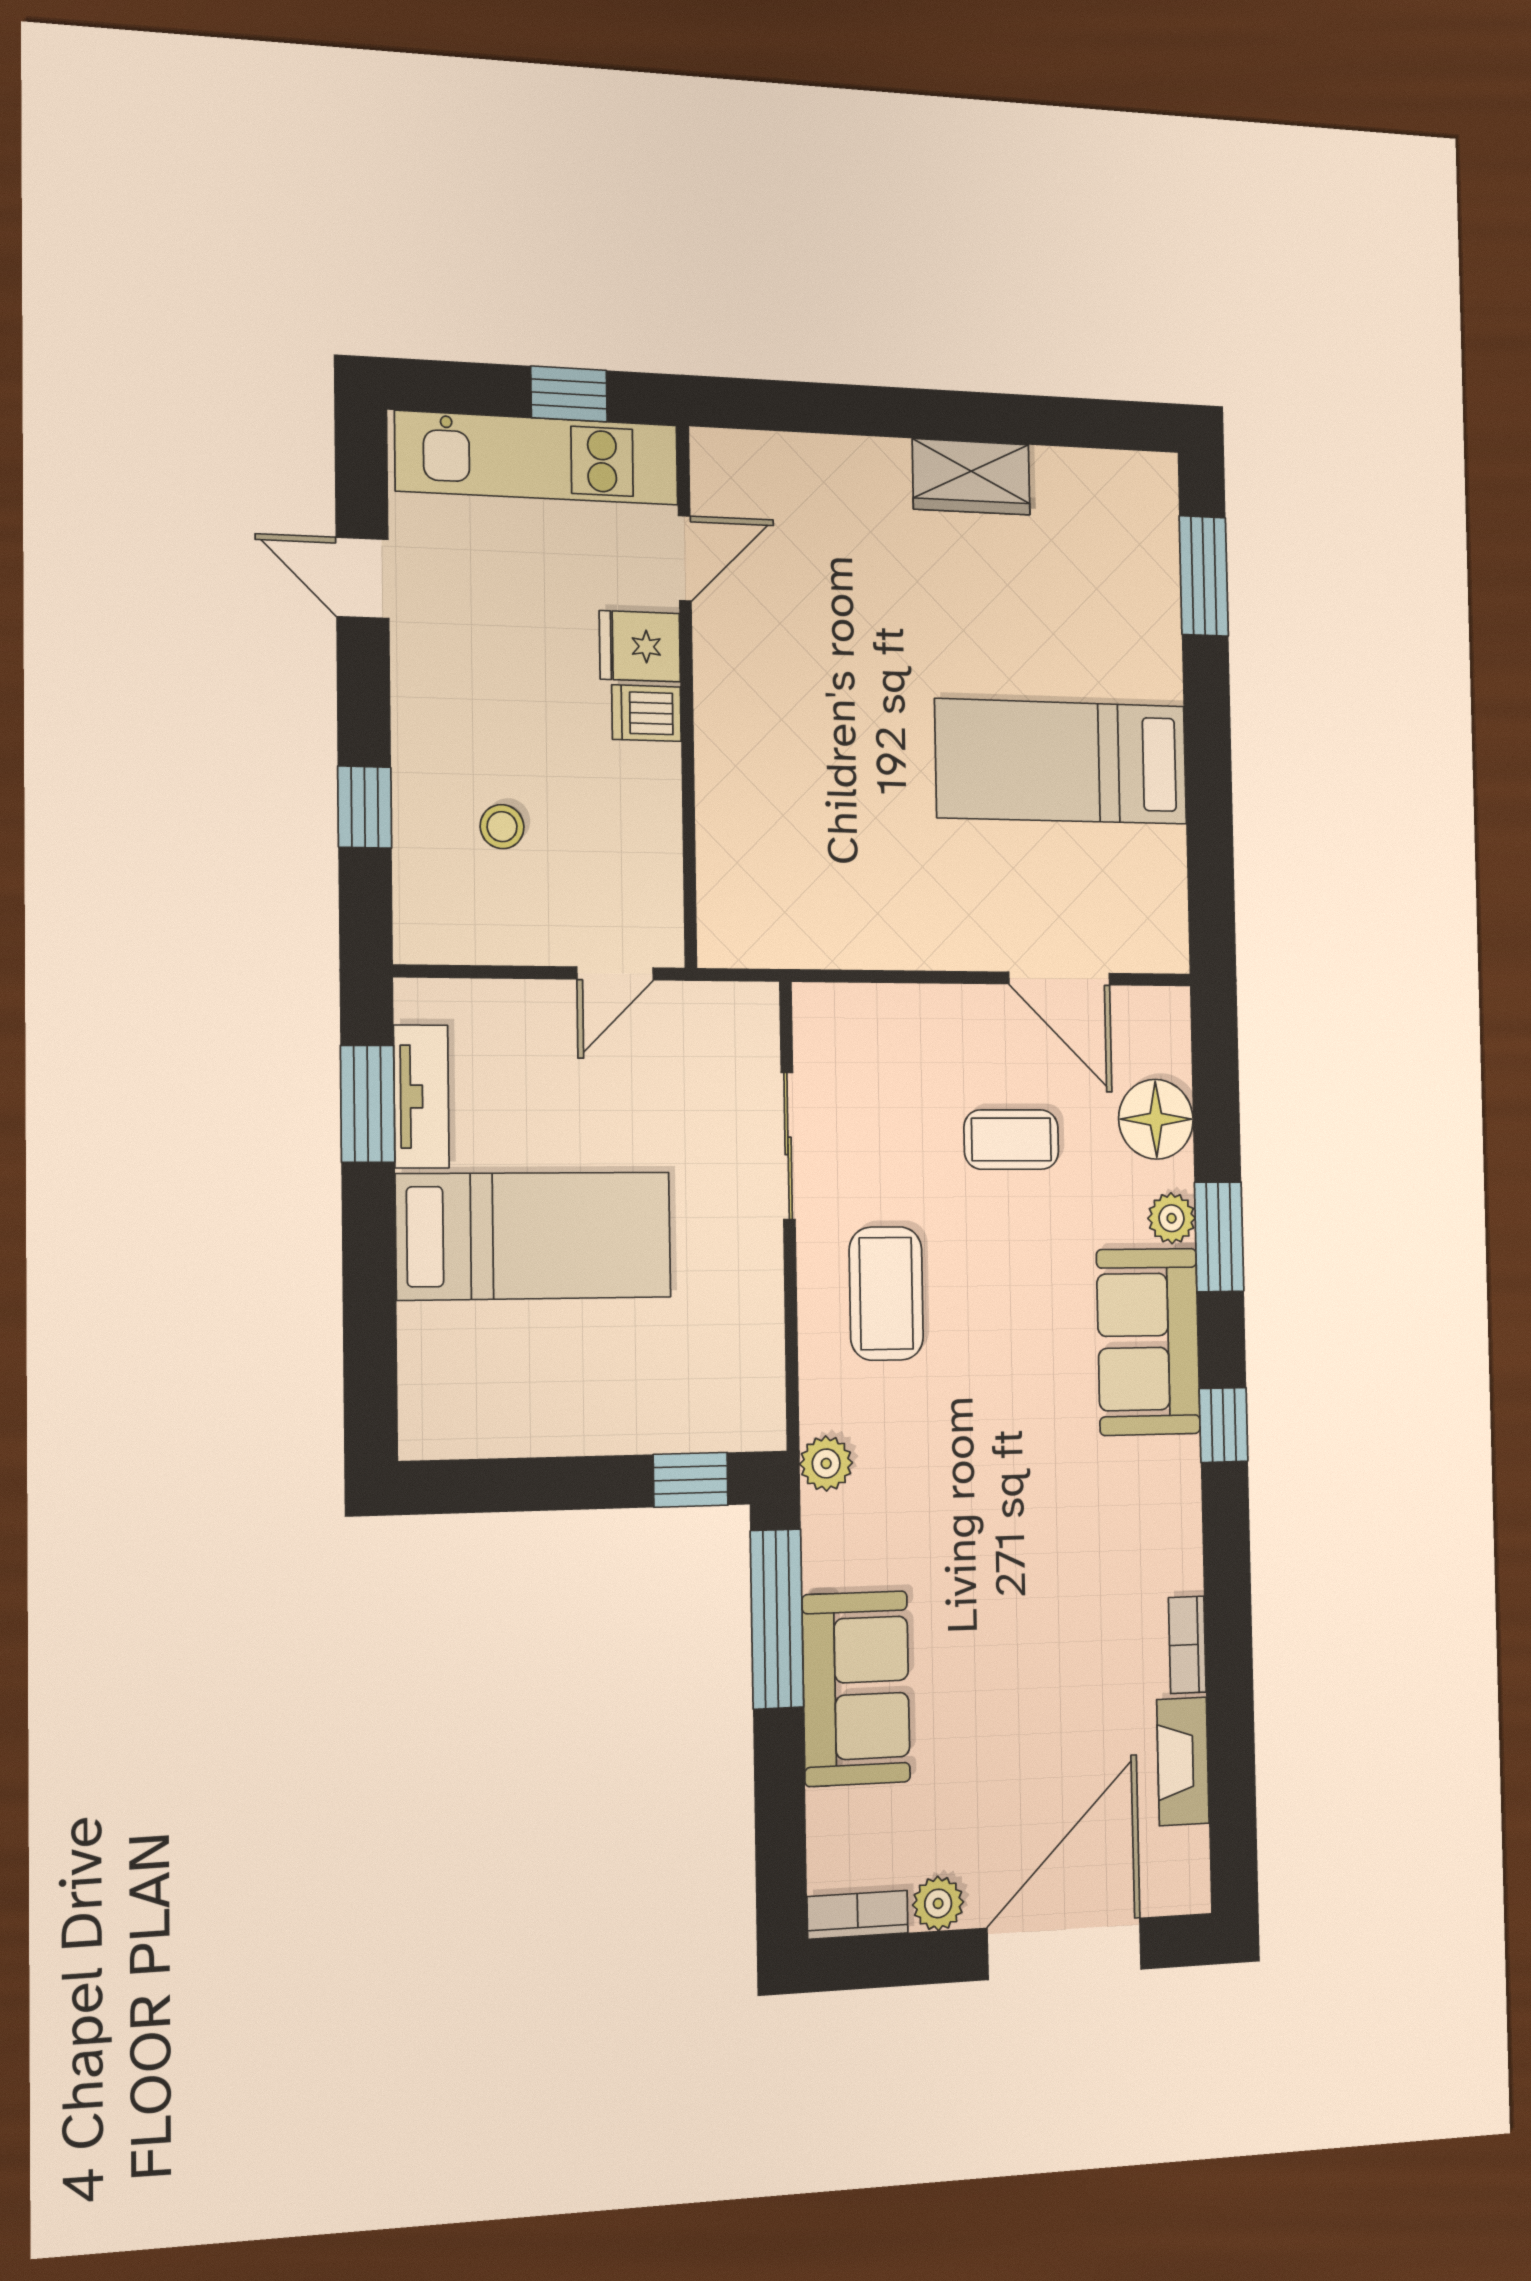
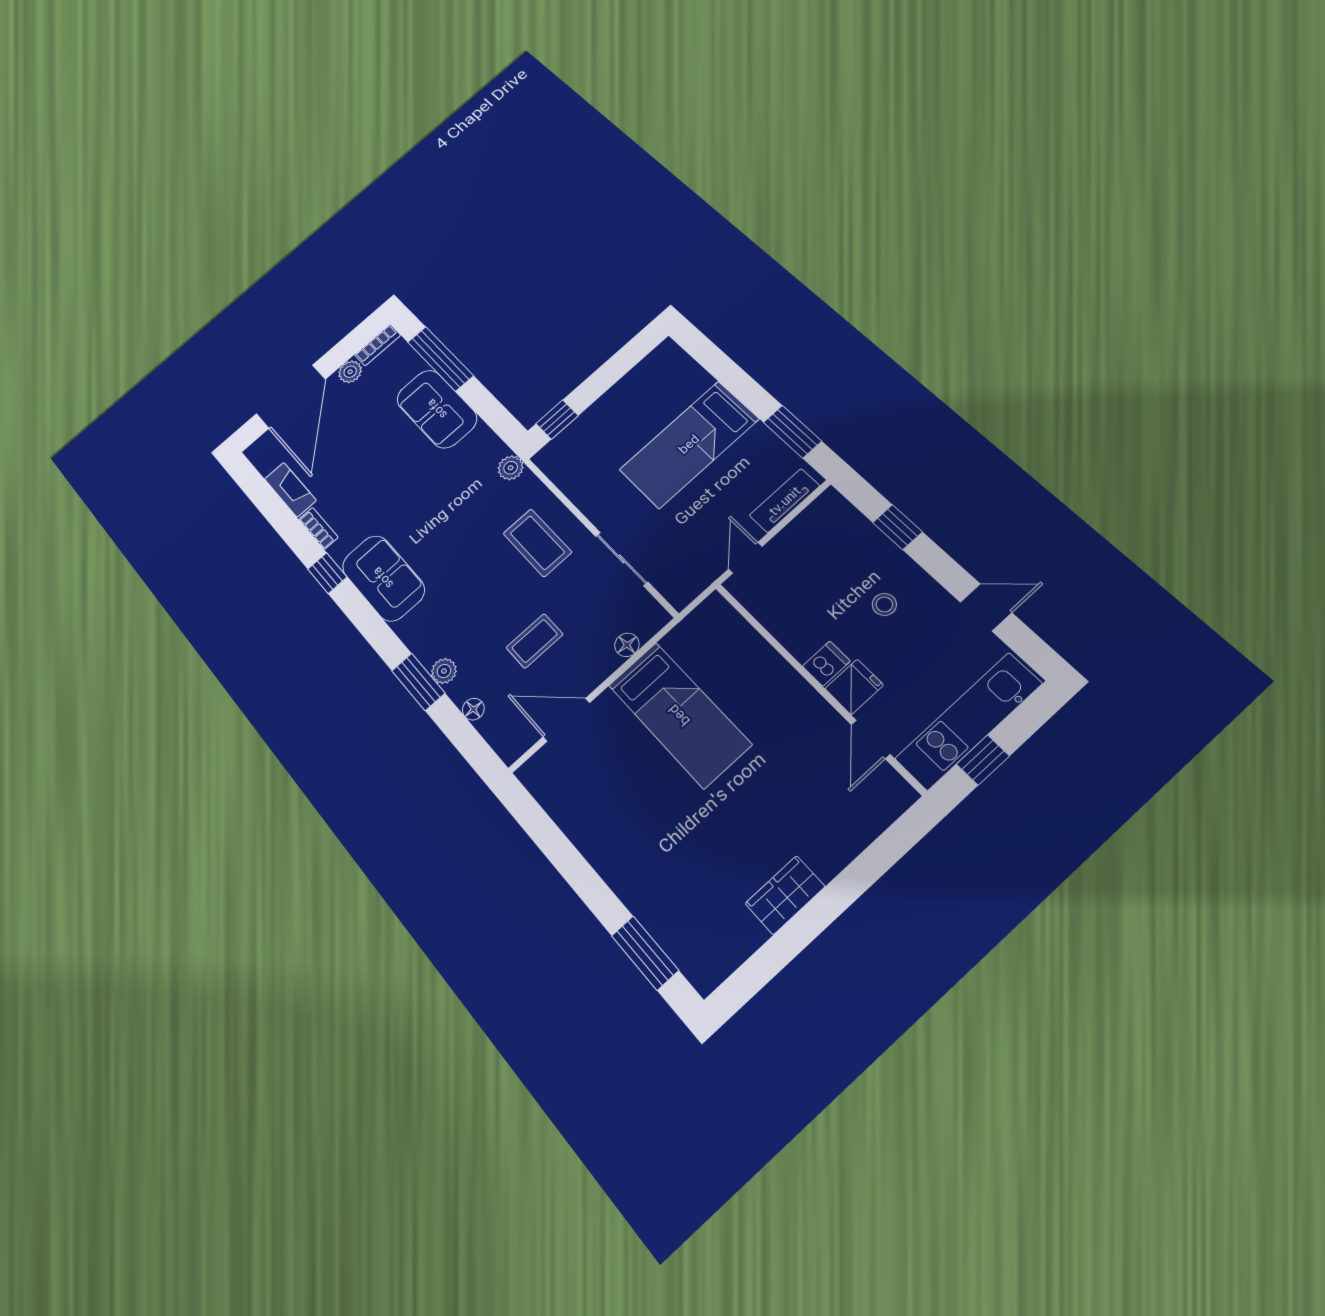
bed: (1062, 762) -> (679, 715), moved, turned 90
stool: (502, 827) -> (884, 604), moved
floor lamp: (889, 1006) -> (627, 645), added
tv unit: (421, 1097) -> (785, 501), moved, turned 90
floor lamp: (1156, 1119) -> (473, 709), width x0.53, depth x0.53
sofa: (1148, 1342) -> (383, 578), moved
window: (1224, 1425) -> (327, 573), moved
window: (777, 1619) -> (440, 359), moved

